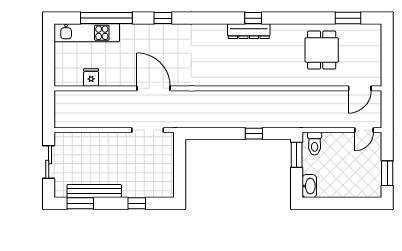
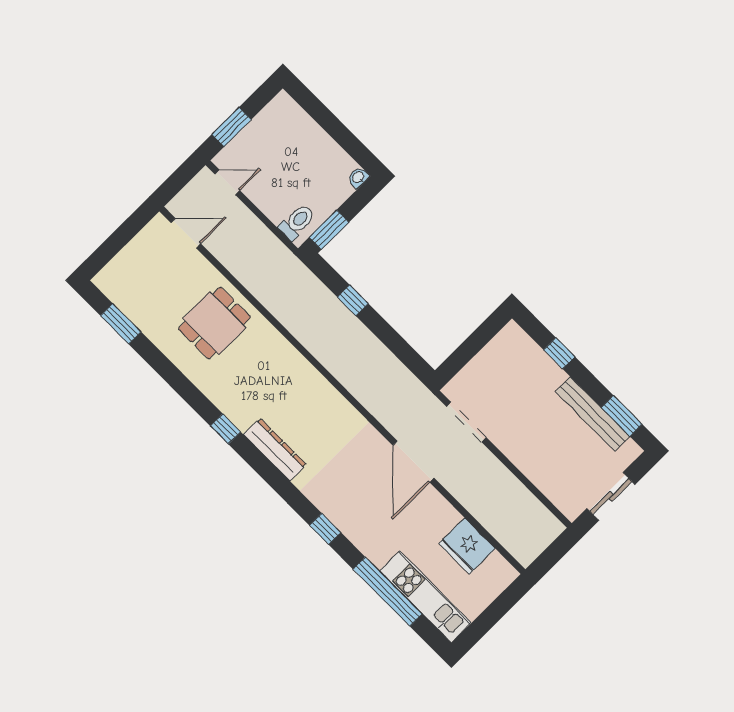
dresser: (249, 31) -> (275, 450), moved
dining table: (322, 50) -> (215, 323), moved
fridge: (91, 77) -> (467, 546), width x1.88, depth x1.34
window: (387, 173) -> (231, 127), moved
washbasin: (309, 186) -> (358, 177), width x0.52, depth x0.69

